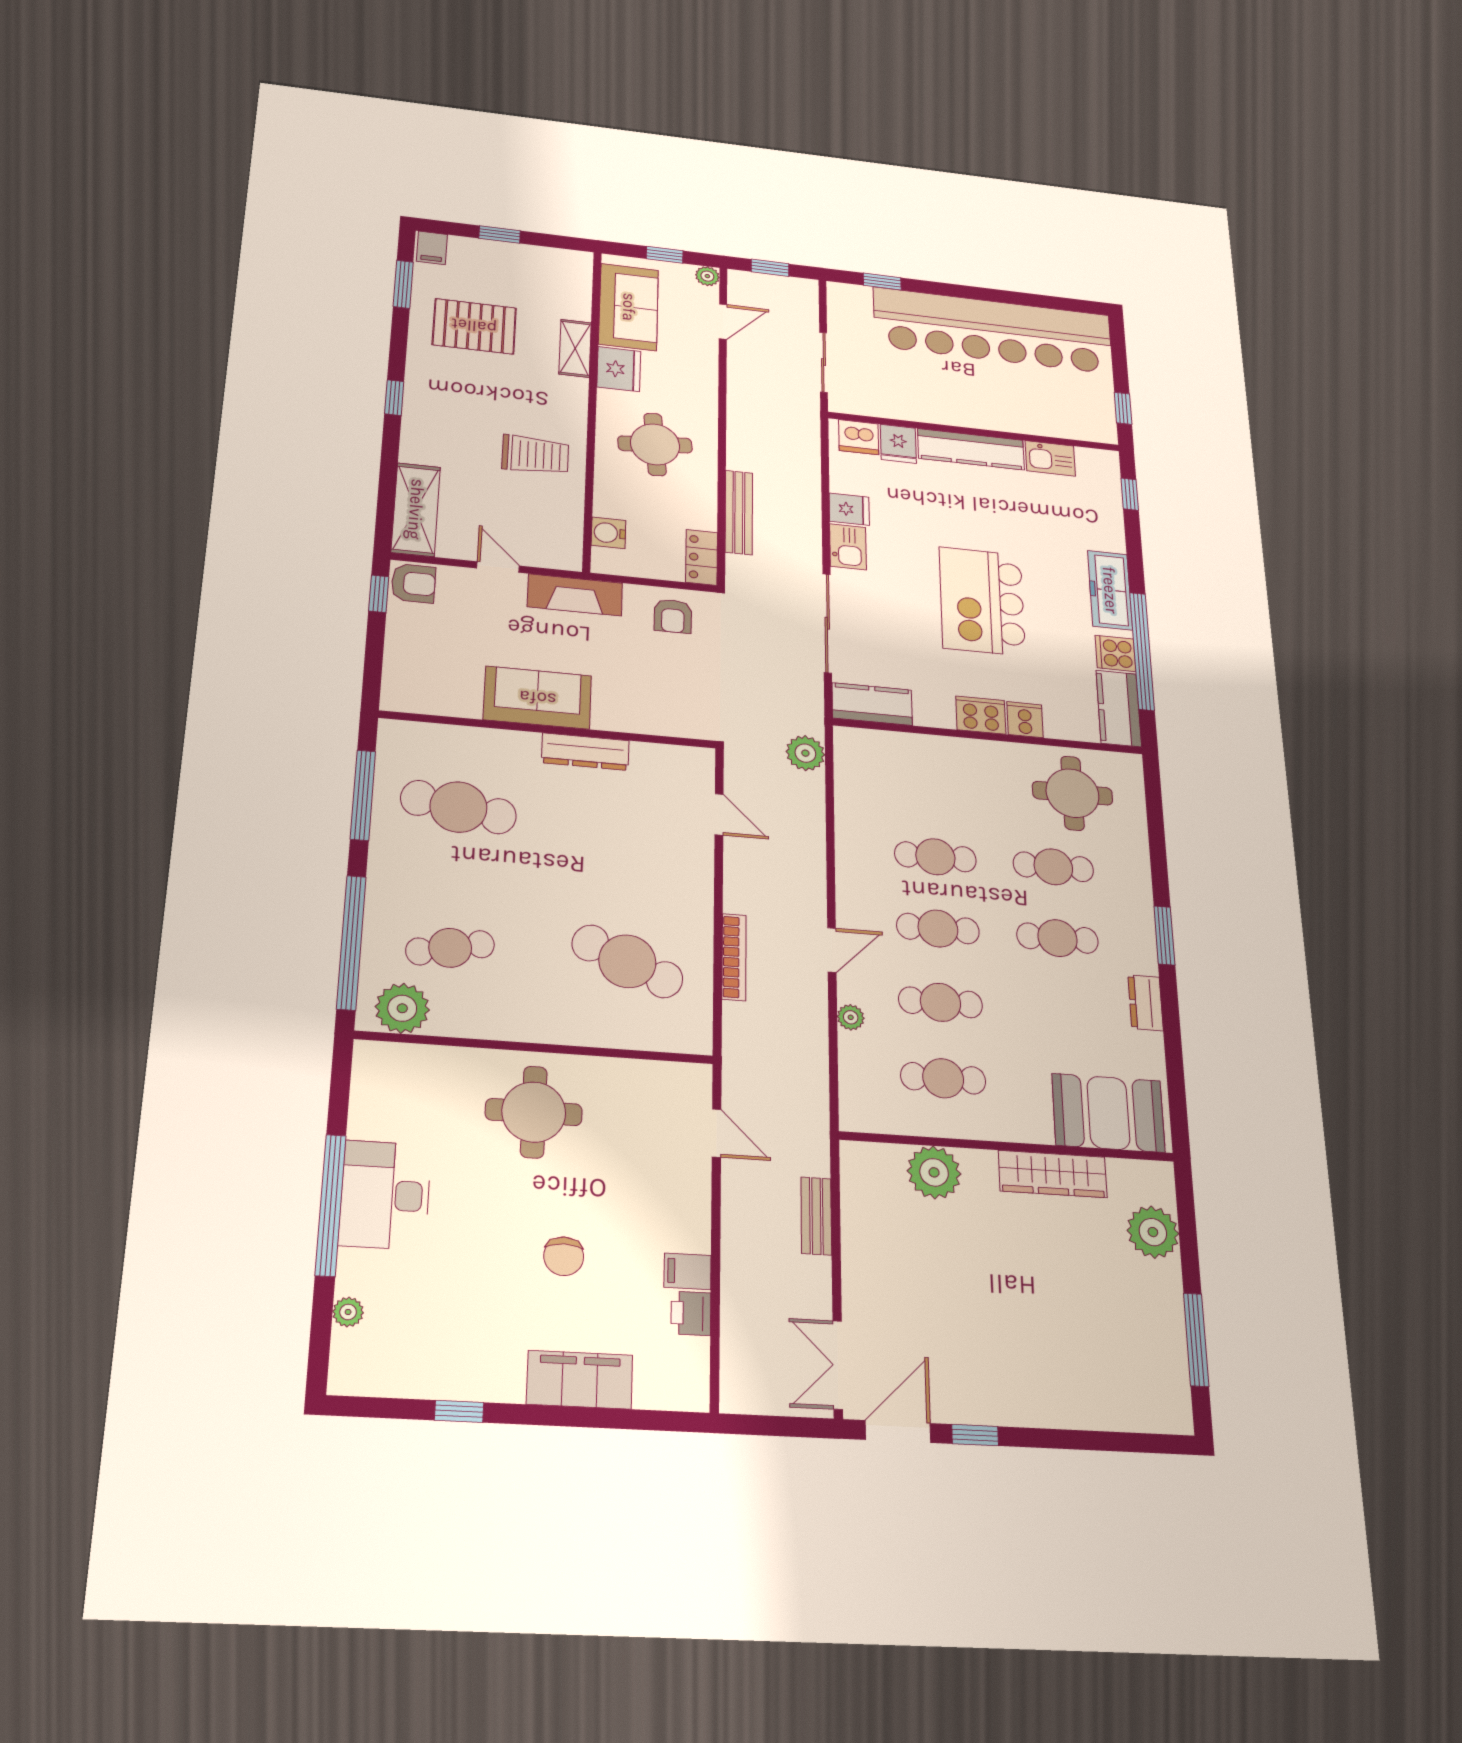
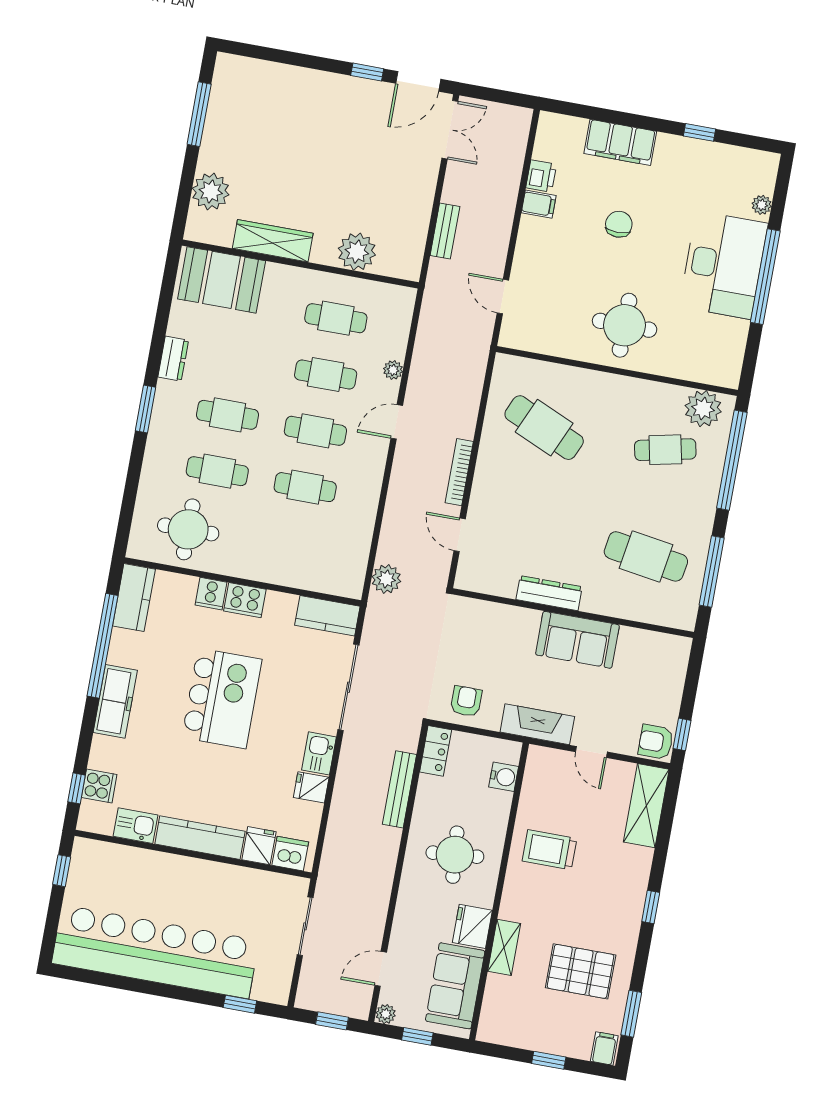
cooker: (1115, 653) -> (99, 786), moved
bookcase: (734, 957) -> (459, 472), moved
desk: (385, 1195) -> (723, 265), width x1.36, depth x1.30

